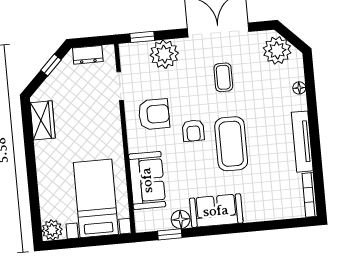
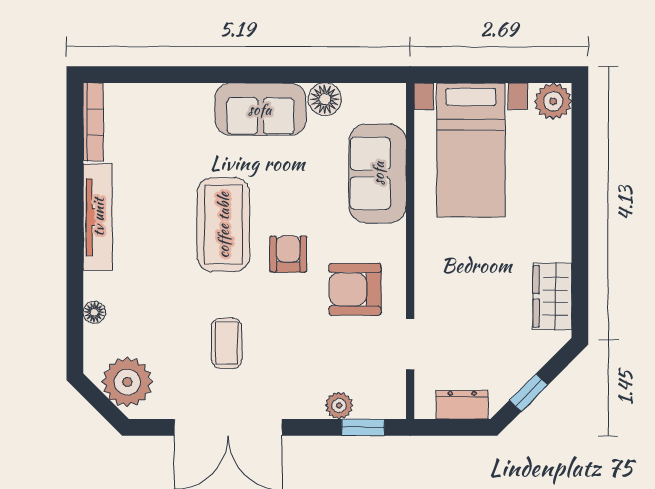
plant: (164, 54) -> (339, 406), width x0.53, depth x0.53
window: (170, 234) -> (346, 75), removed

